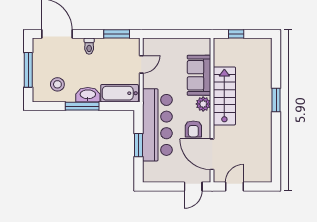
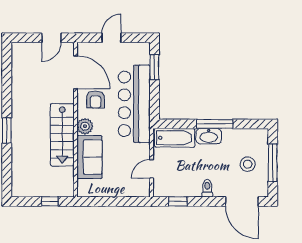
window: (117, 34) -> (178, 201), width x0.67
stool: (57, 84) -> (248, 164), moved
armchair: (193, 129) -> (96, 99), turned 180
window: (138, 145) -> (154, 67), moved
door: (193, 186) -> (111, 38), moved

